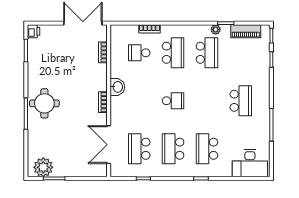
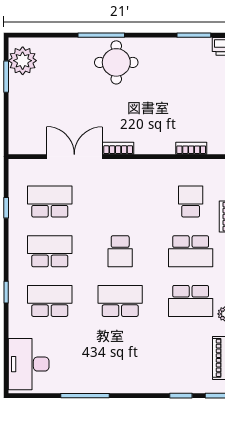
washbasin: (117, 87) -> (140, 169), removed
school desk: (241, 101) -> (120, 301), moved, turned 180
double door: (109, 145) -> (74, 157), moved

